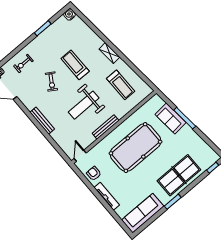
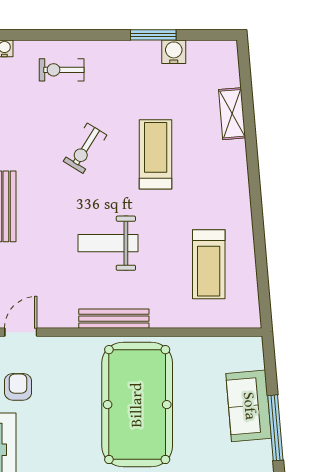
water cooler: (69, 15) -> (174, 52), moved
shelving: (109, 53) -> (232, 114), moved
weight bench: (84, 105) -> (108, 243), width x0.73, depth x0.75
pool table: (136, 148) -> (137, 405), turned 90

